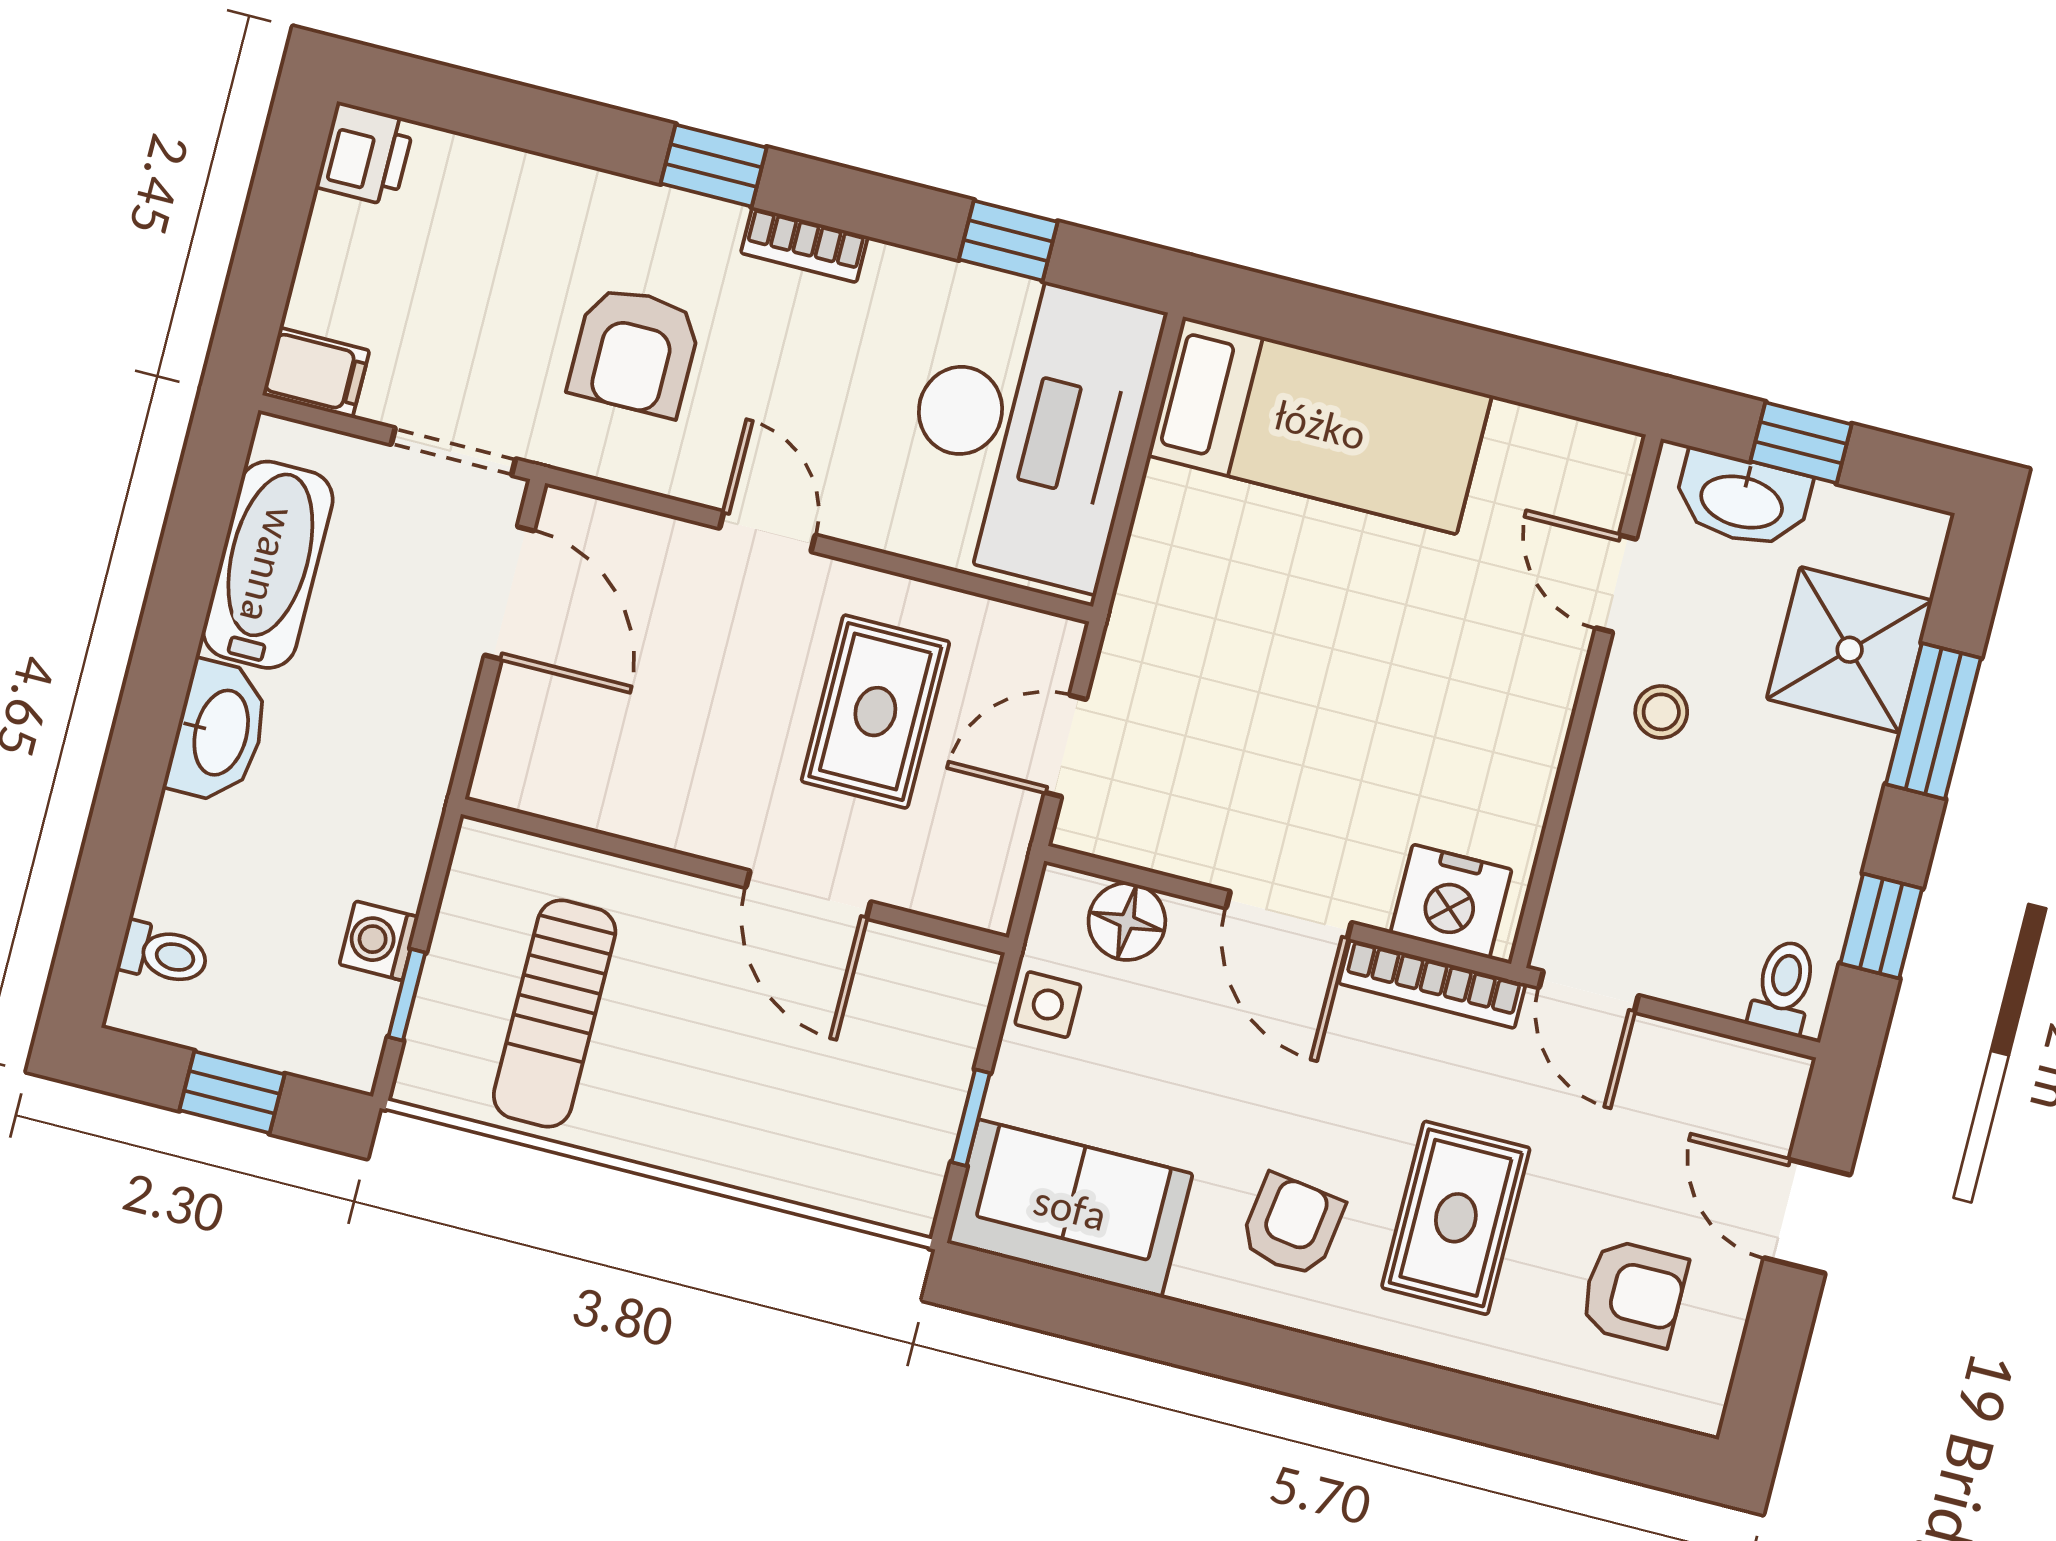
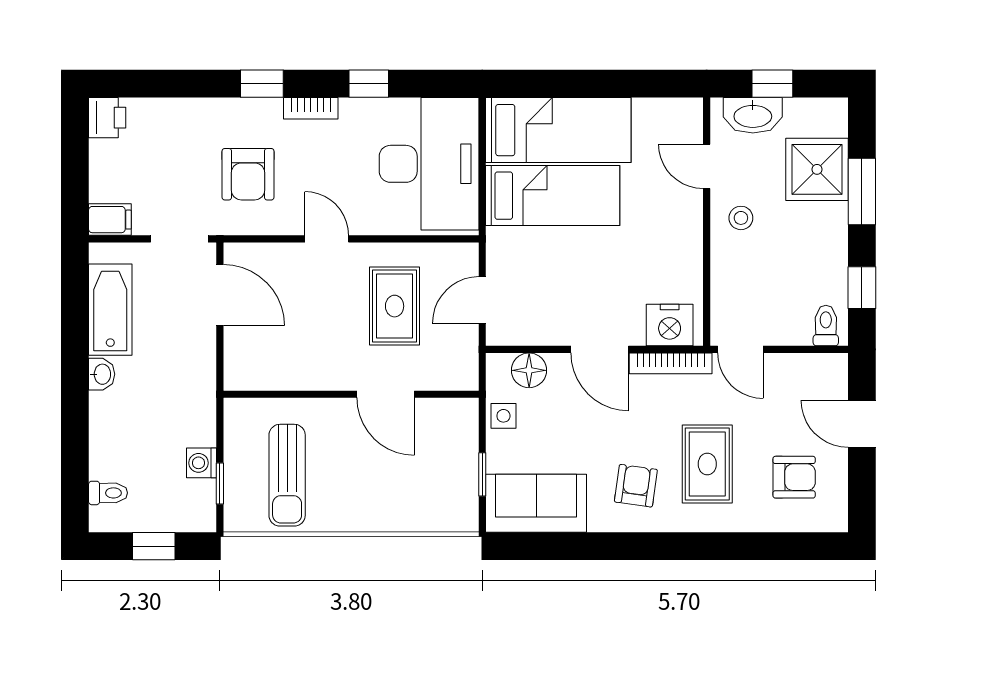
window: (1008, 241) -> (369, 84), moved
bed: (1272, 562) -> (553, 196), added
washbasin: (219, 732) -> (102, 374), width x0.52, depth x0.69

